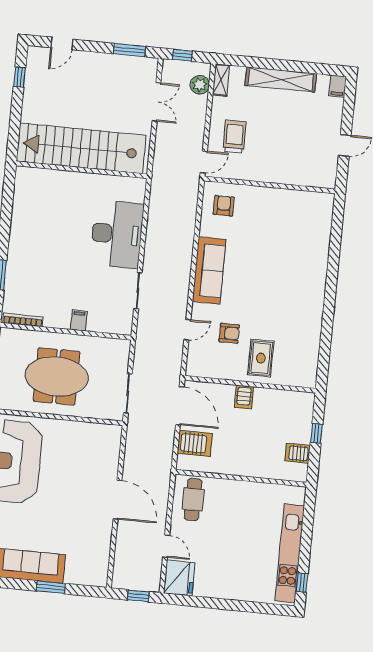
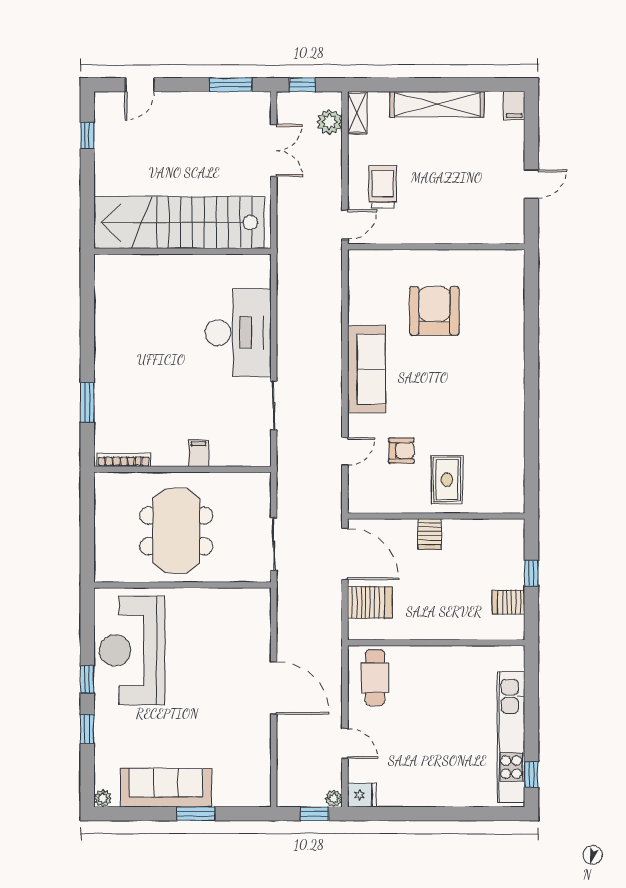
armchair: (224, 206) -> (434, 311), moved, width x1.88, depth x1.88
meeting table: (57, 376) -> (176, 531), turned 90
fridge: (179, 578) -> (362, 795), width x0.53, depth x0.75
plant: (154, 586) -> (334, 798), added

